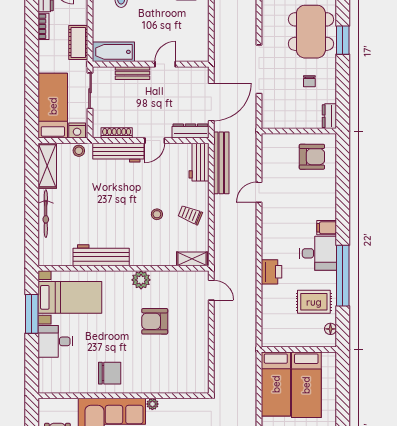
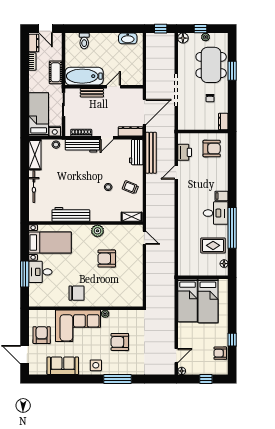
bathtub: (113, 52) -> (84, 76), width x1.36, depth x1.36
printer: (271, 272) -> (185, 152), moved
window: (32, 314) -> (25, 274), moved

